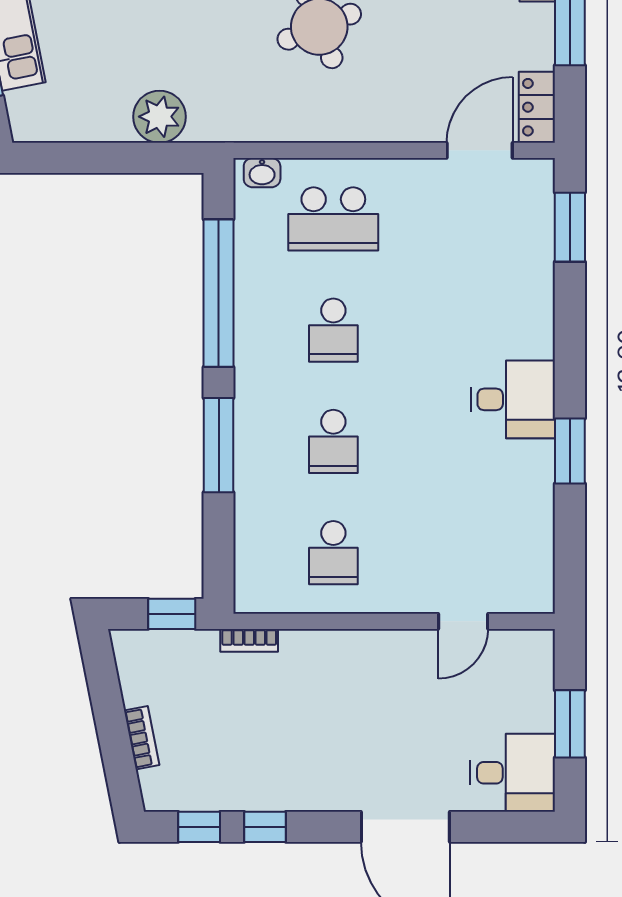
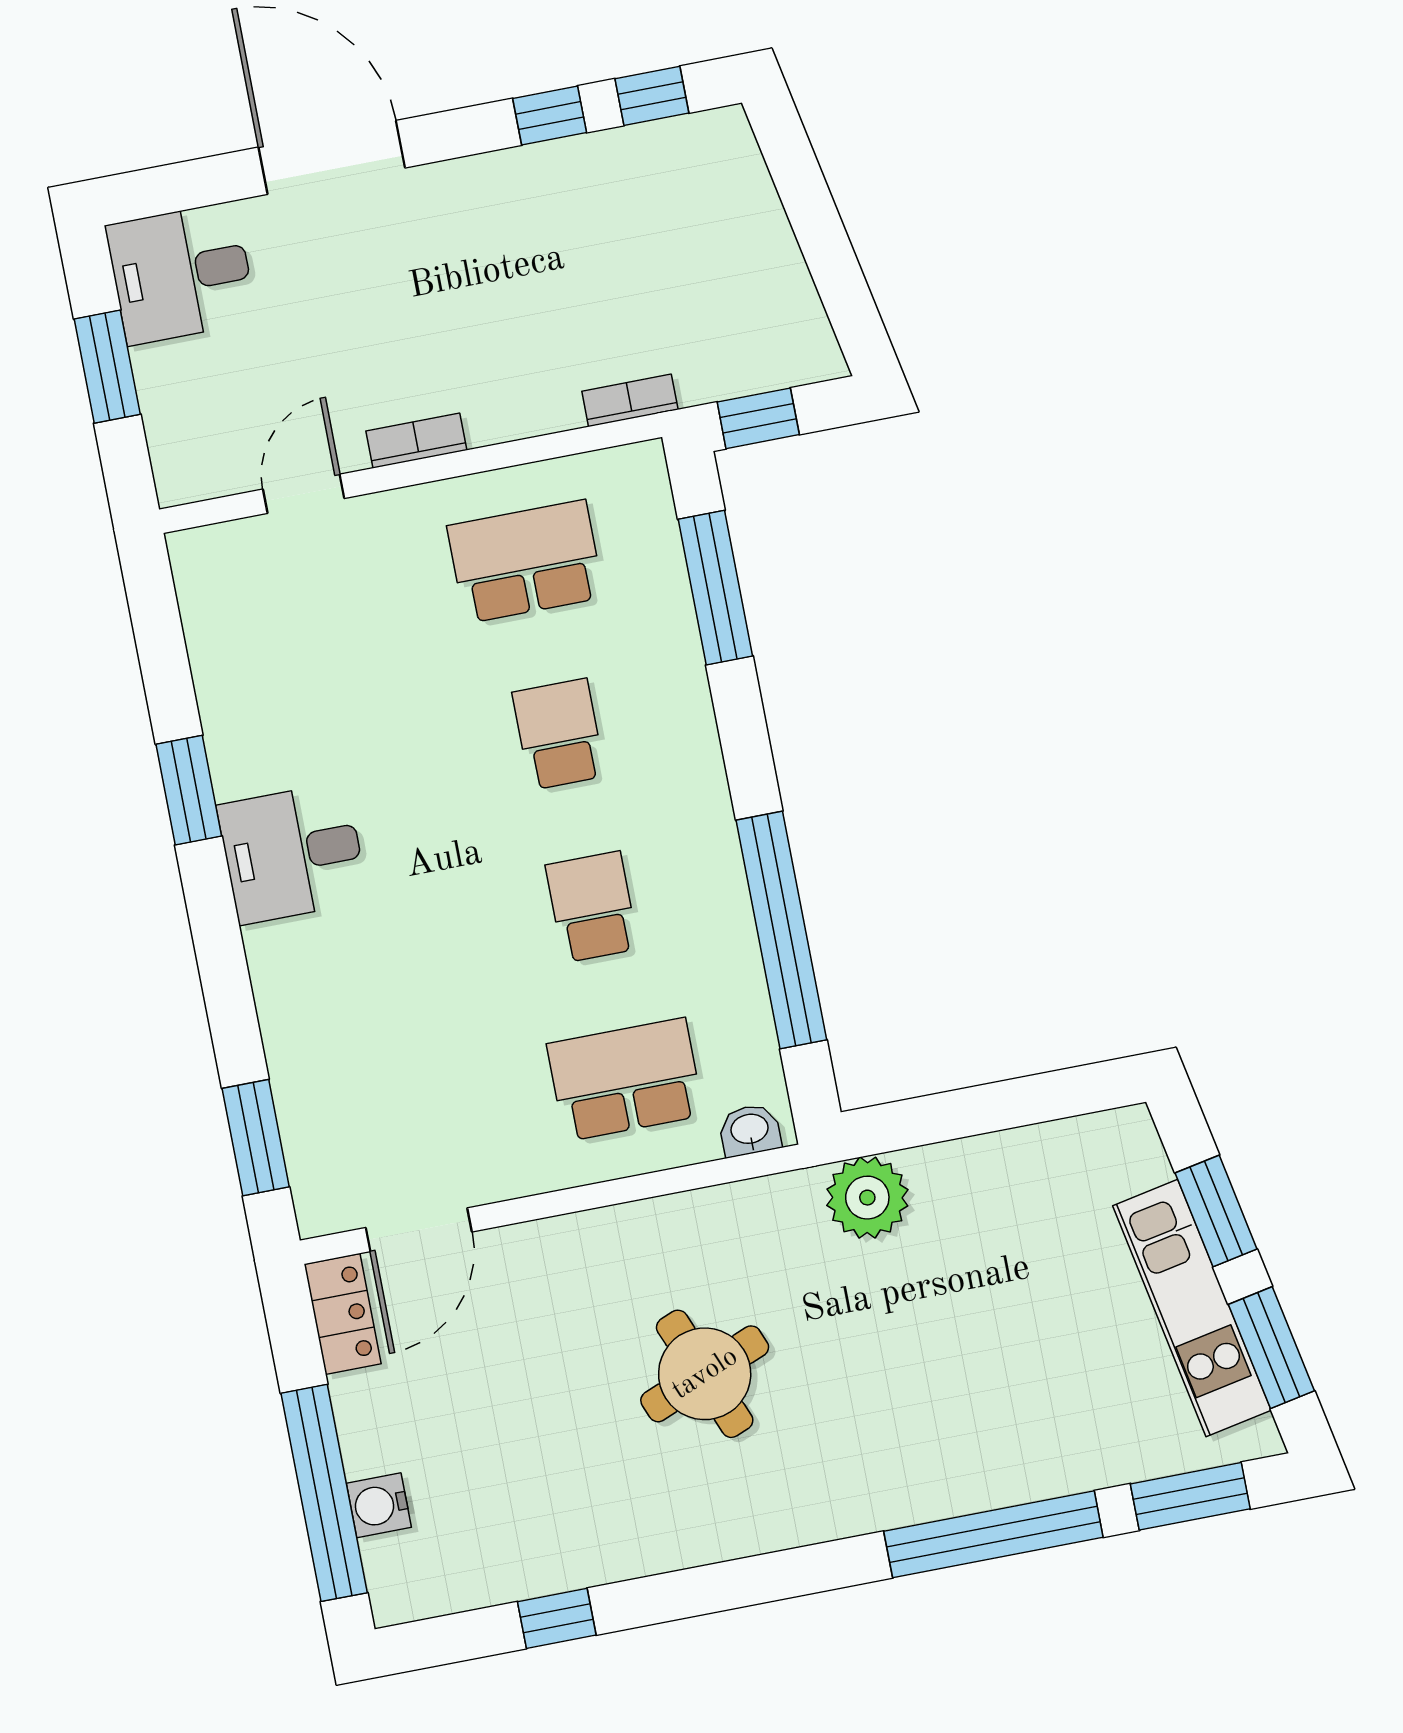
plant: (159, 117) -> (867, 1198), moved
window: (219, 445) -> (715, 588), moved
school desk: (333, 553) -> (525, 561), width x1.85
bookcase: (142, 738) -> (416, 441), moved, turned 101

